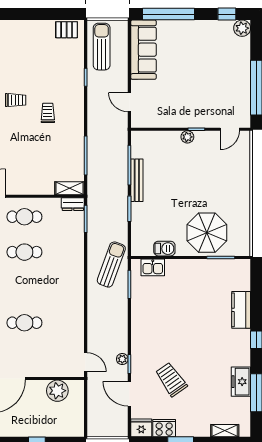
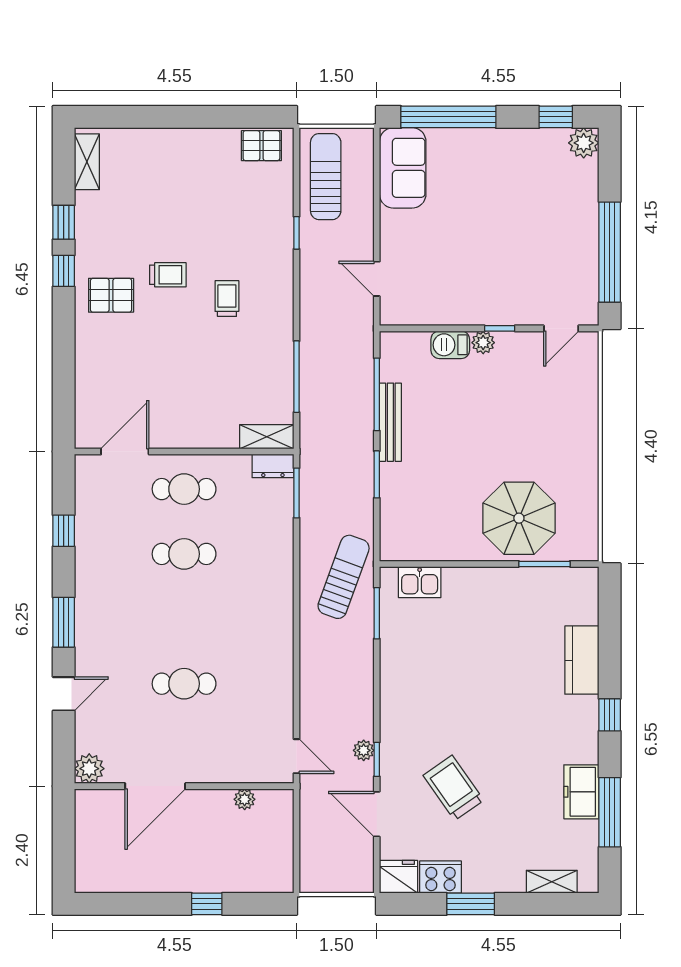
sofa: (144, 50) -> (403, 168), width x0.73
barbecue: (164, 249) -> (450, 345), moved, turned 180
plant: (57, 391) -> (245, 799), width x0.53, depth x0.53

